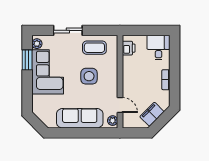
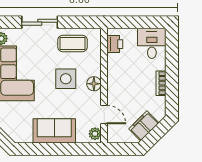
floor lamp: (112, 80) -> (94, 84), added
sofa: (80, 118) -> (54, 131), width x0.73

